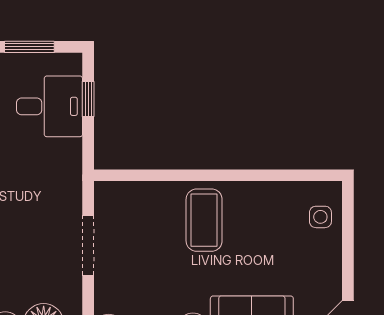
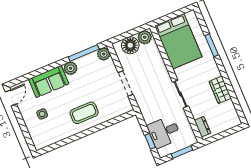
side table: (320, 217) -> (42, 114), moved
coffee table: (204, 220) -> (84, 113), turned 90

